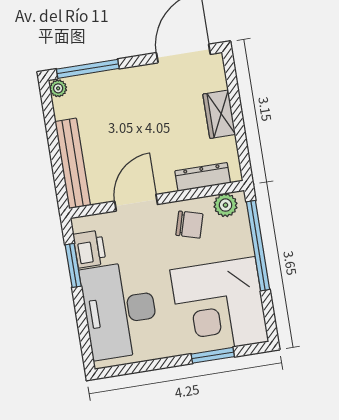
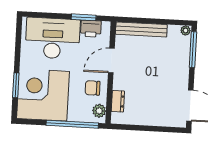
wardrobe: (219, 114) -> (151, 118), removed
dresser: (203, 177) -> (118, 101), width x0.70
door: (136, 203) -> (111, 61), swing flipped
chair: (189, 225) -> (93, 88), turned 74

